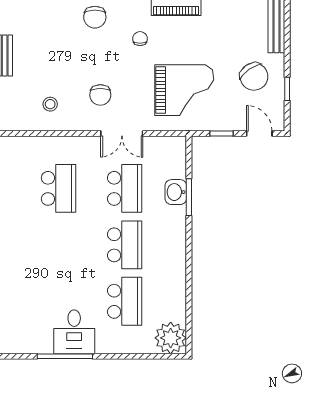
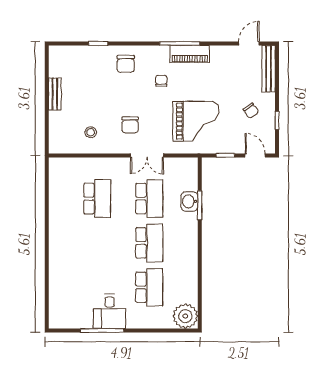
chair: (254, 77) -> (251, 111), width x0.54, depth x0.54

